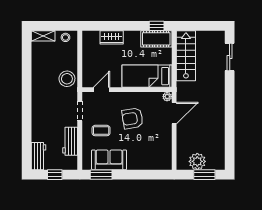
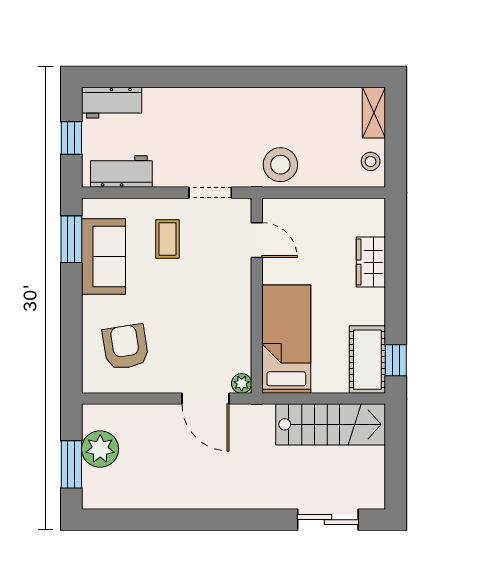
armchair: (133, 118) -> (126, 347), moved
workbench: (70, 141) -> (121, 172), moved

